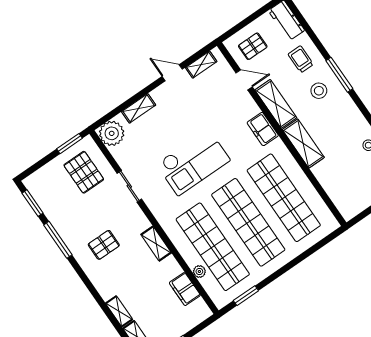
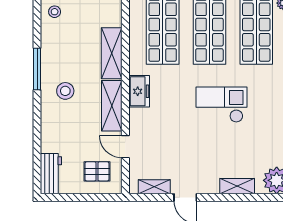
trolley: (301, 59) -> (62, 130), removed
window: (339, 75) -> (37, 69), moved
checkout: (193, 162) -> (222, 105), width x0.73, depth x0.83

